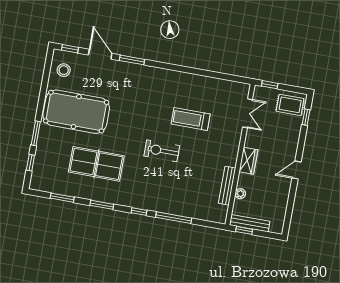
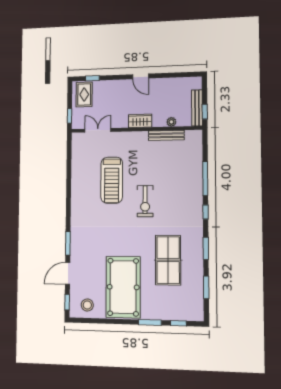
treadmill: (191, 119) -> (112, 180), width x1.37, depth x1.38

